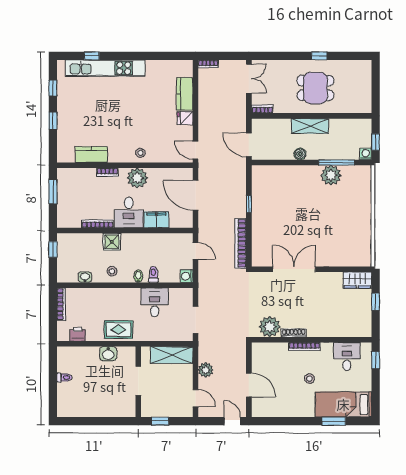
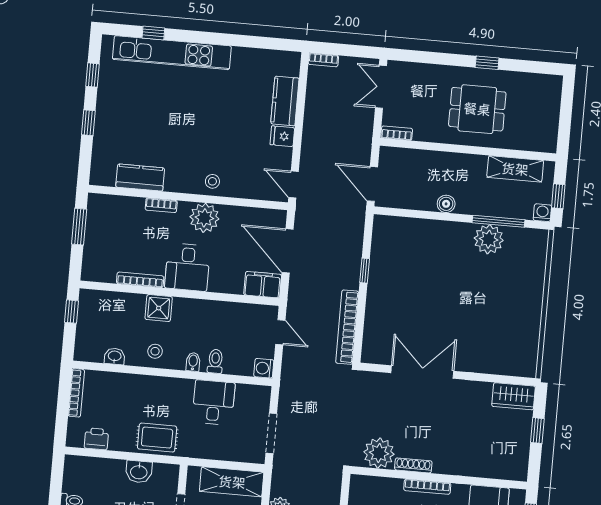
double door: (249, 79) -> (381, 87), swing flipped
shelving: (310, 126) -> (515, 169), moved
filing cabinet: (156, 220) -> (263, 285), moved

